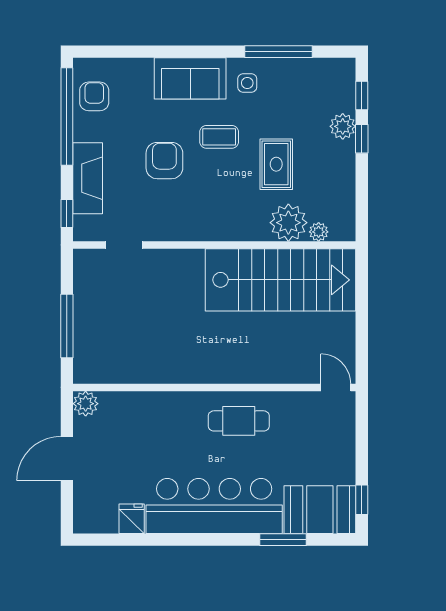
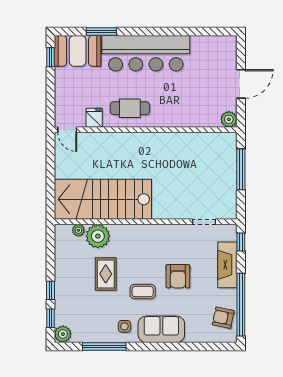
armchair: (94, 96) -> (223, 318), turned 102
plant: (343, 126) -> (63, 334), moved
fridge: (132, 519) -> (94, 118), moved, turned 180

